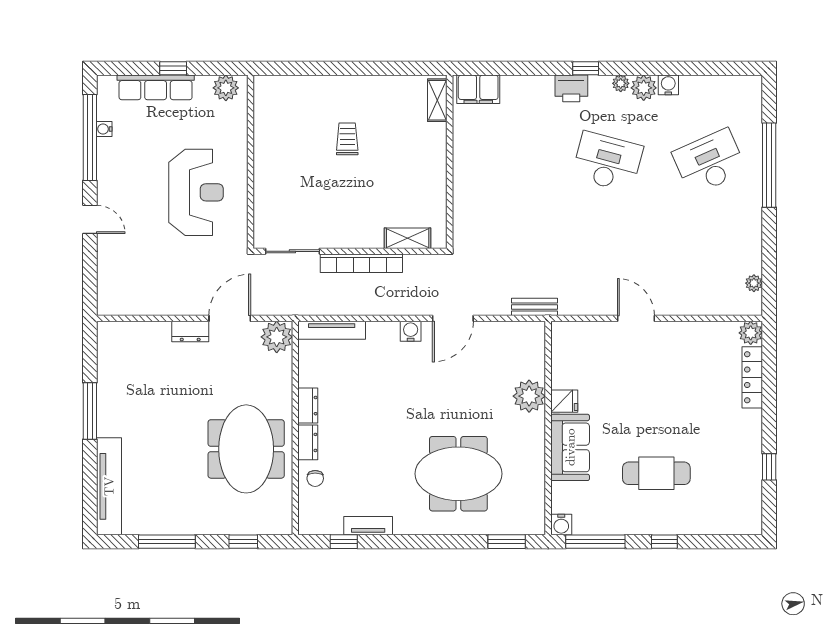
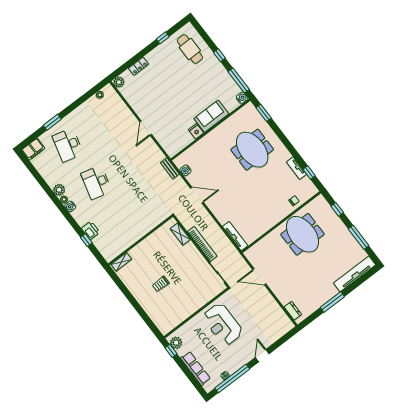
window: (173, 68) -> (171, 351), moved
window: (586, 68) -> (86, 240), moved
water cooler: (668, 85) -> (70, 206), moved
printer: (571, 88) -> (91, 230), moved
filing cabinet: (478, 89) -> (33, 149), moved, turned 90
desk: (709, 162) -> (68, 145), turned 39
window: (769, 165) -> (52, 122), width x0.47
reception desk: (196, 192) -> (223, 324), turned -90
dresser: (190, 331) -> (293, 311), moved
water cooler: (411, 331) -> (185, 170), moved
plant: (277, 337) -> (253, 254), removed
locker: (752, 377) -> (139, 66), width x0.66
plant: (529, 396) -> (204, 145), removed
dresser: (308, 406) -> (269, 224), removed
dresser: (308, 442) -> (283, 213), removed
meeting table: (246, 449) -> (302, 234), turned 90
cafe table: (656, 473) -> (190, 49), moved

